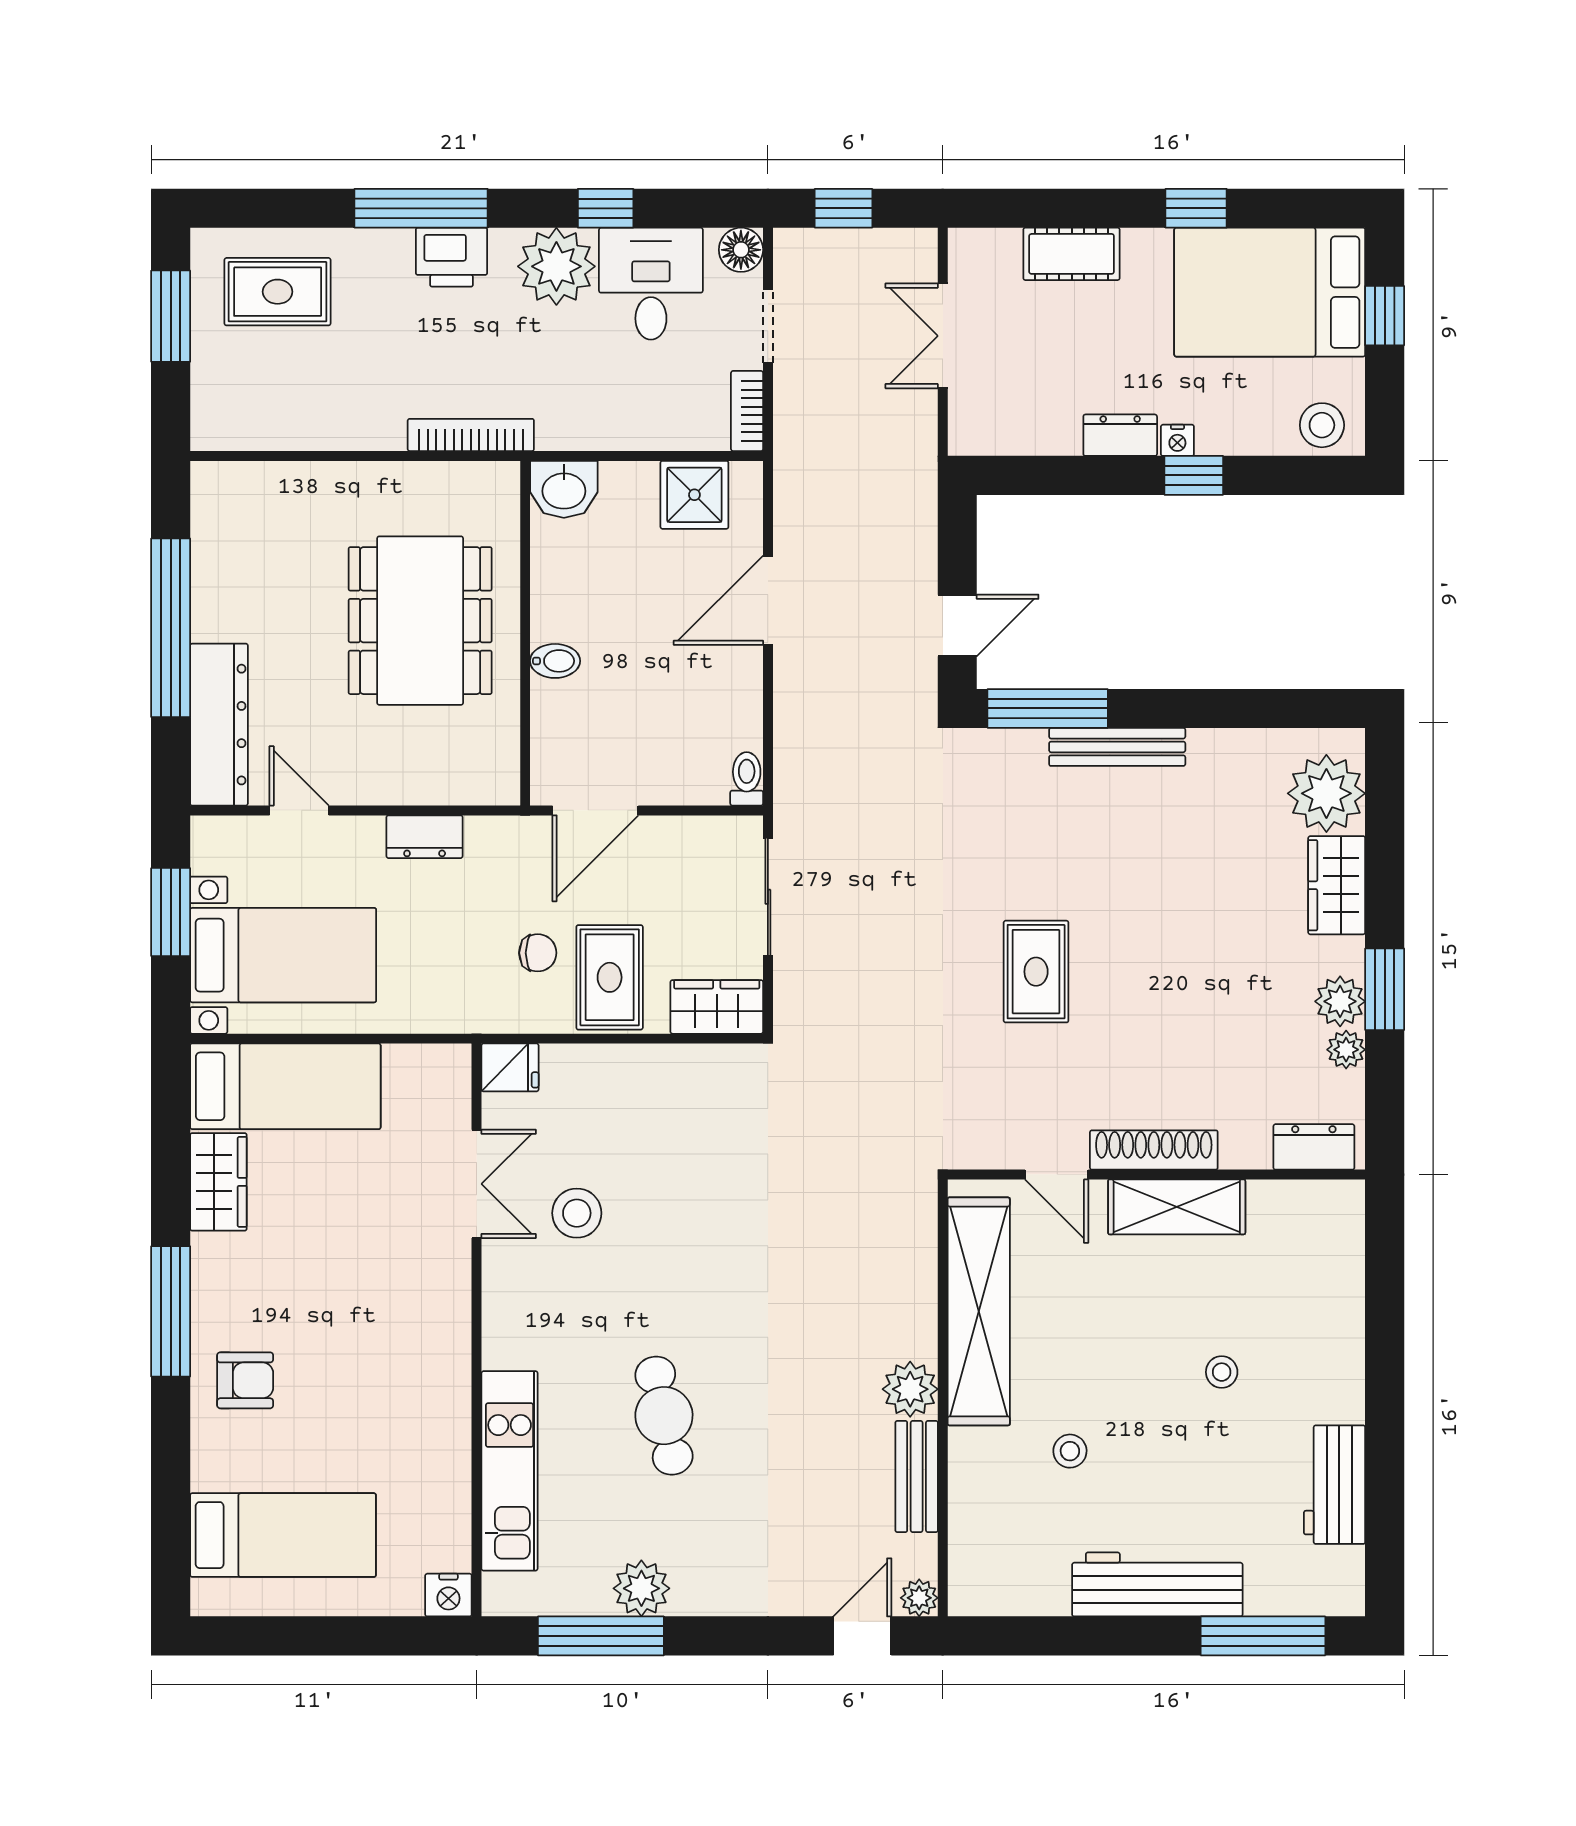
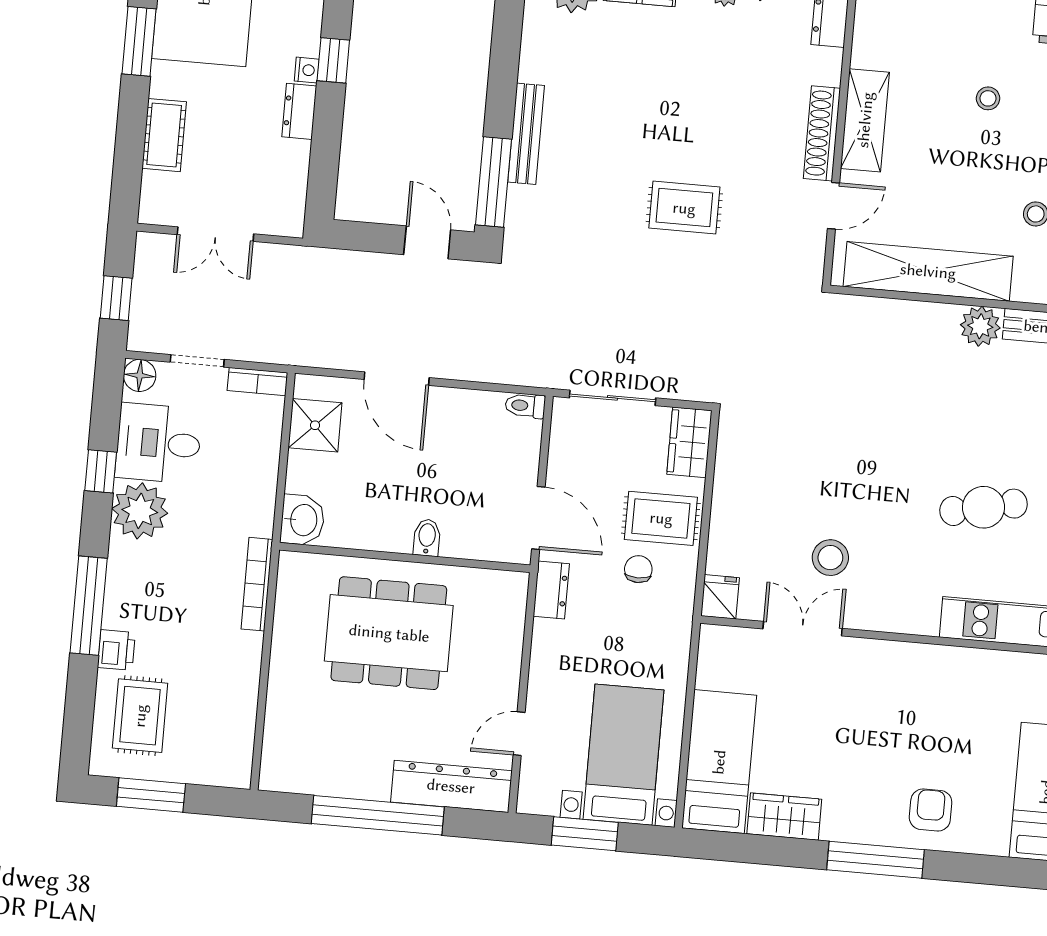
window: (1196, 208) -> (139, 41), width x1.50
printer: (452, 257) -> (116, 650), moved, width x0.73, depth x0.81
dresser: (425, 837) -> (551, 590), moved

